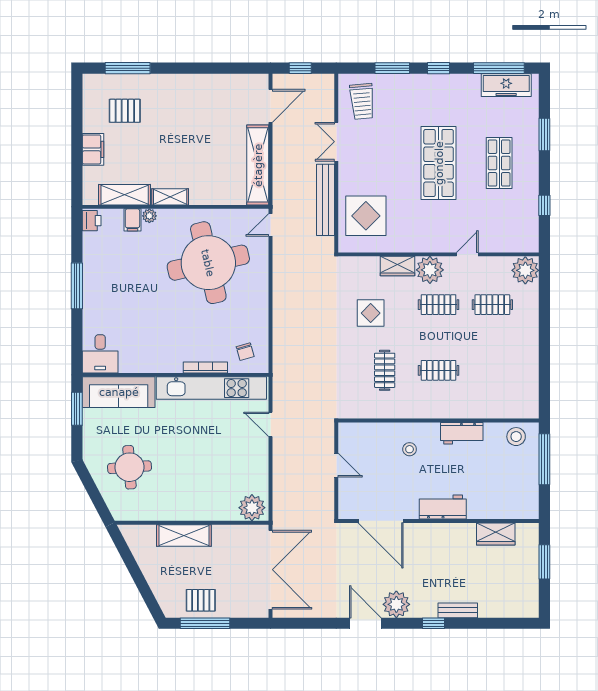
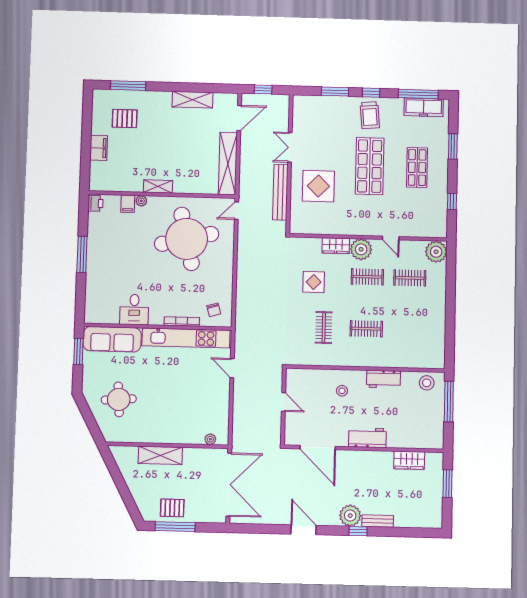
trolley: (362, 101) -> (370, 115), moved
shelving: (125, 195) -> (193, 100), moved
display table: (366, 216) -> (318, 186), moved
door: (467, 254) -> (391, 238), swing flipped
desk: (100, 354) -> (134, 309), moved
plant: (252, 508) -> (210, 439), width x0.53, depth x0.53
plant: (396, 604) -> (350, 516), moved

